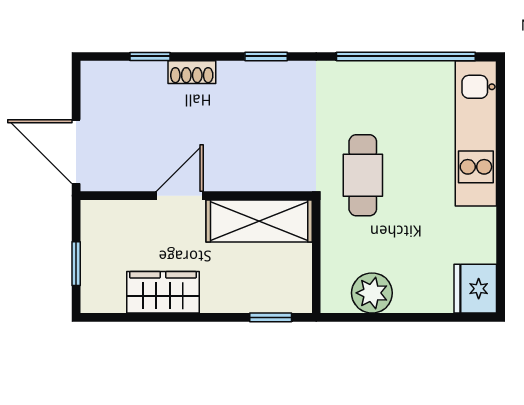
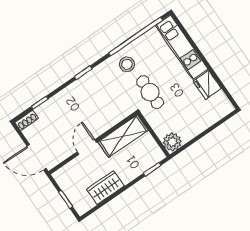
shoe rack: (192, 72) -> (27, 120), moved
stool: (356, 96) -> (127, 64), added
fridge: (475, 289) -> (207, 85), moved
plant: (372, 293) -> (172, 142), moved

